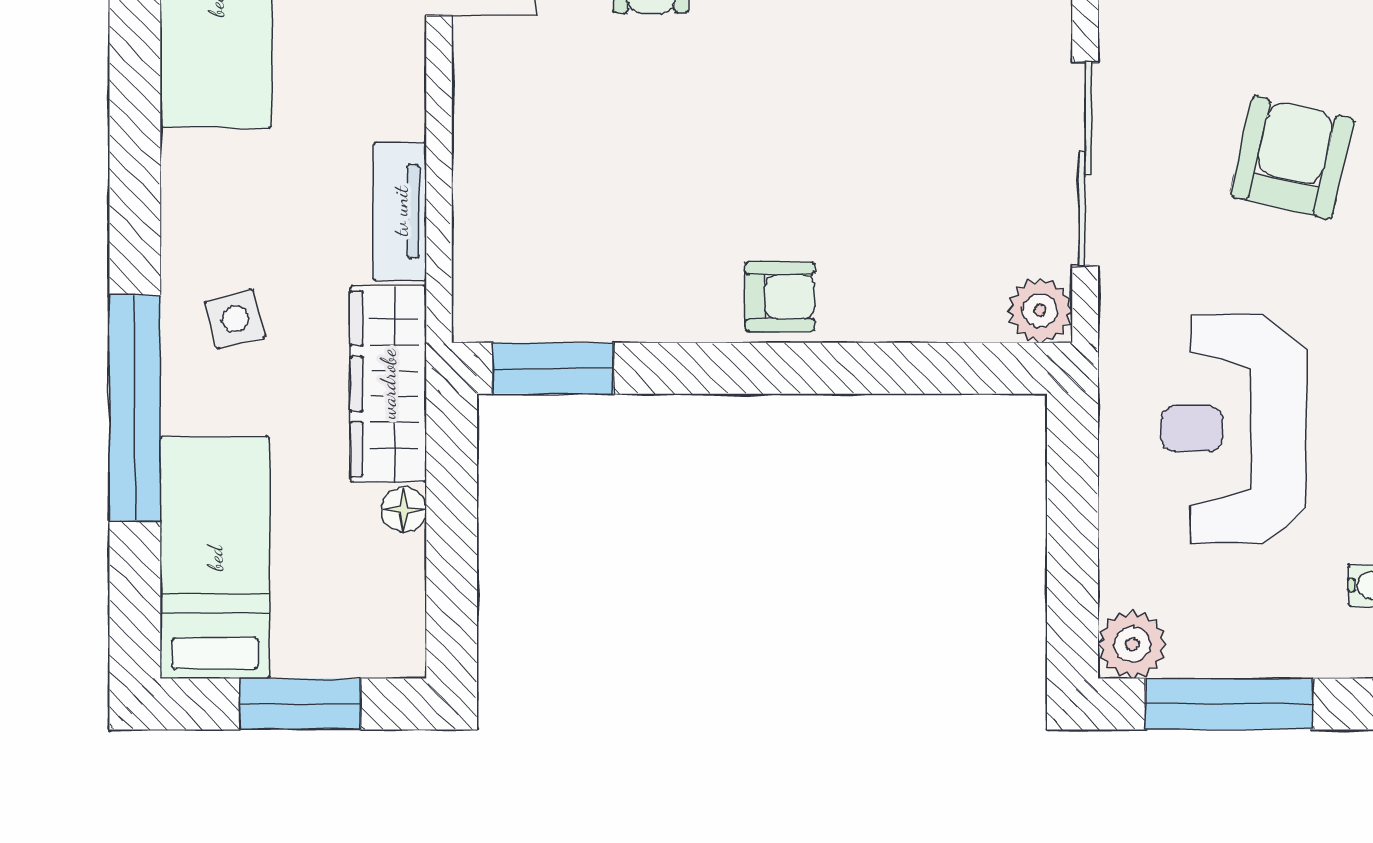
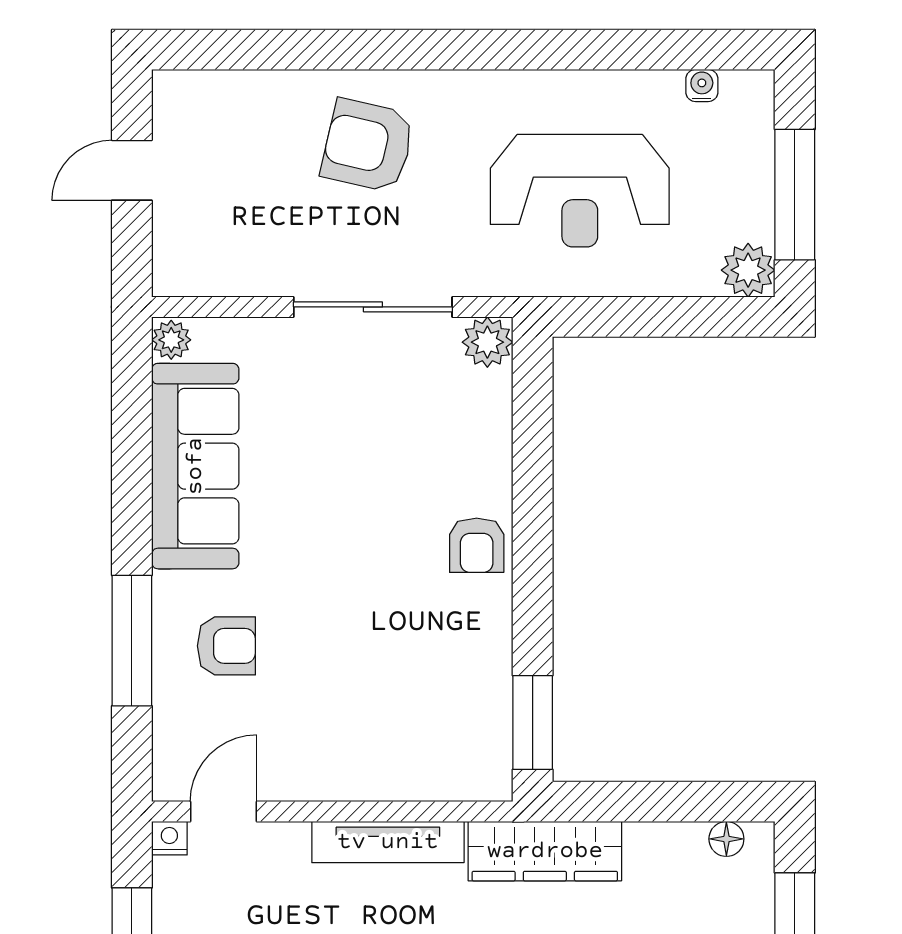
tv unit: (400, 211) -> (388, 842), width x1.41
armchair: (780, 297) -> (477, 545), turned 180
floor lamp: (404, 510) -> (726, 839), moved

